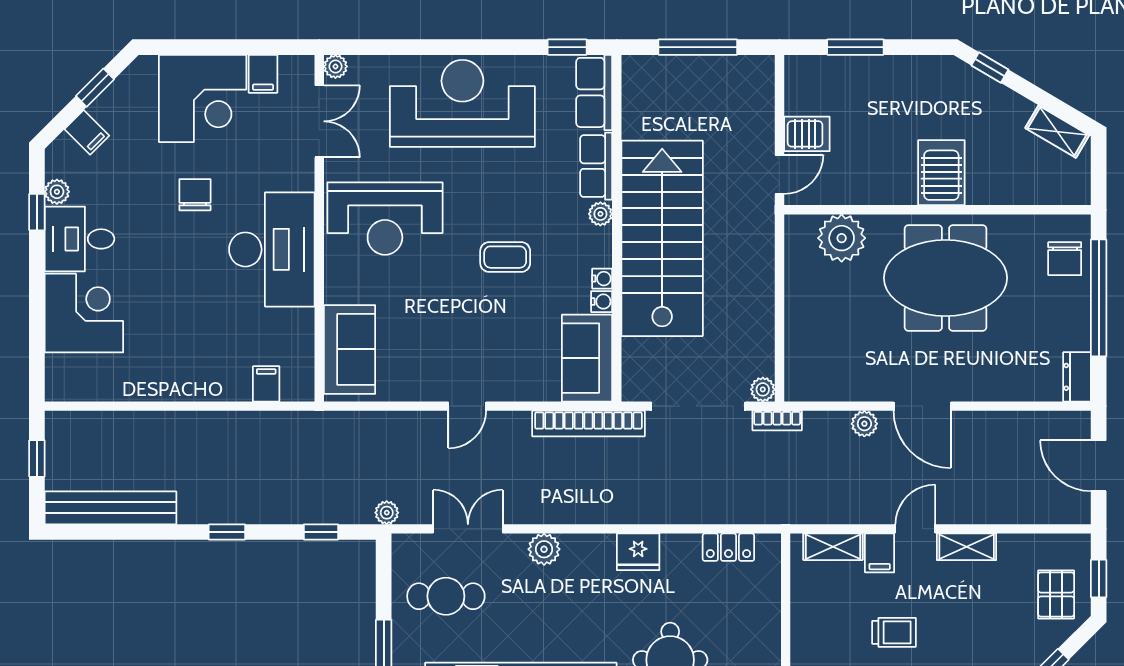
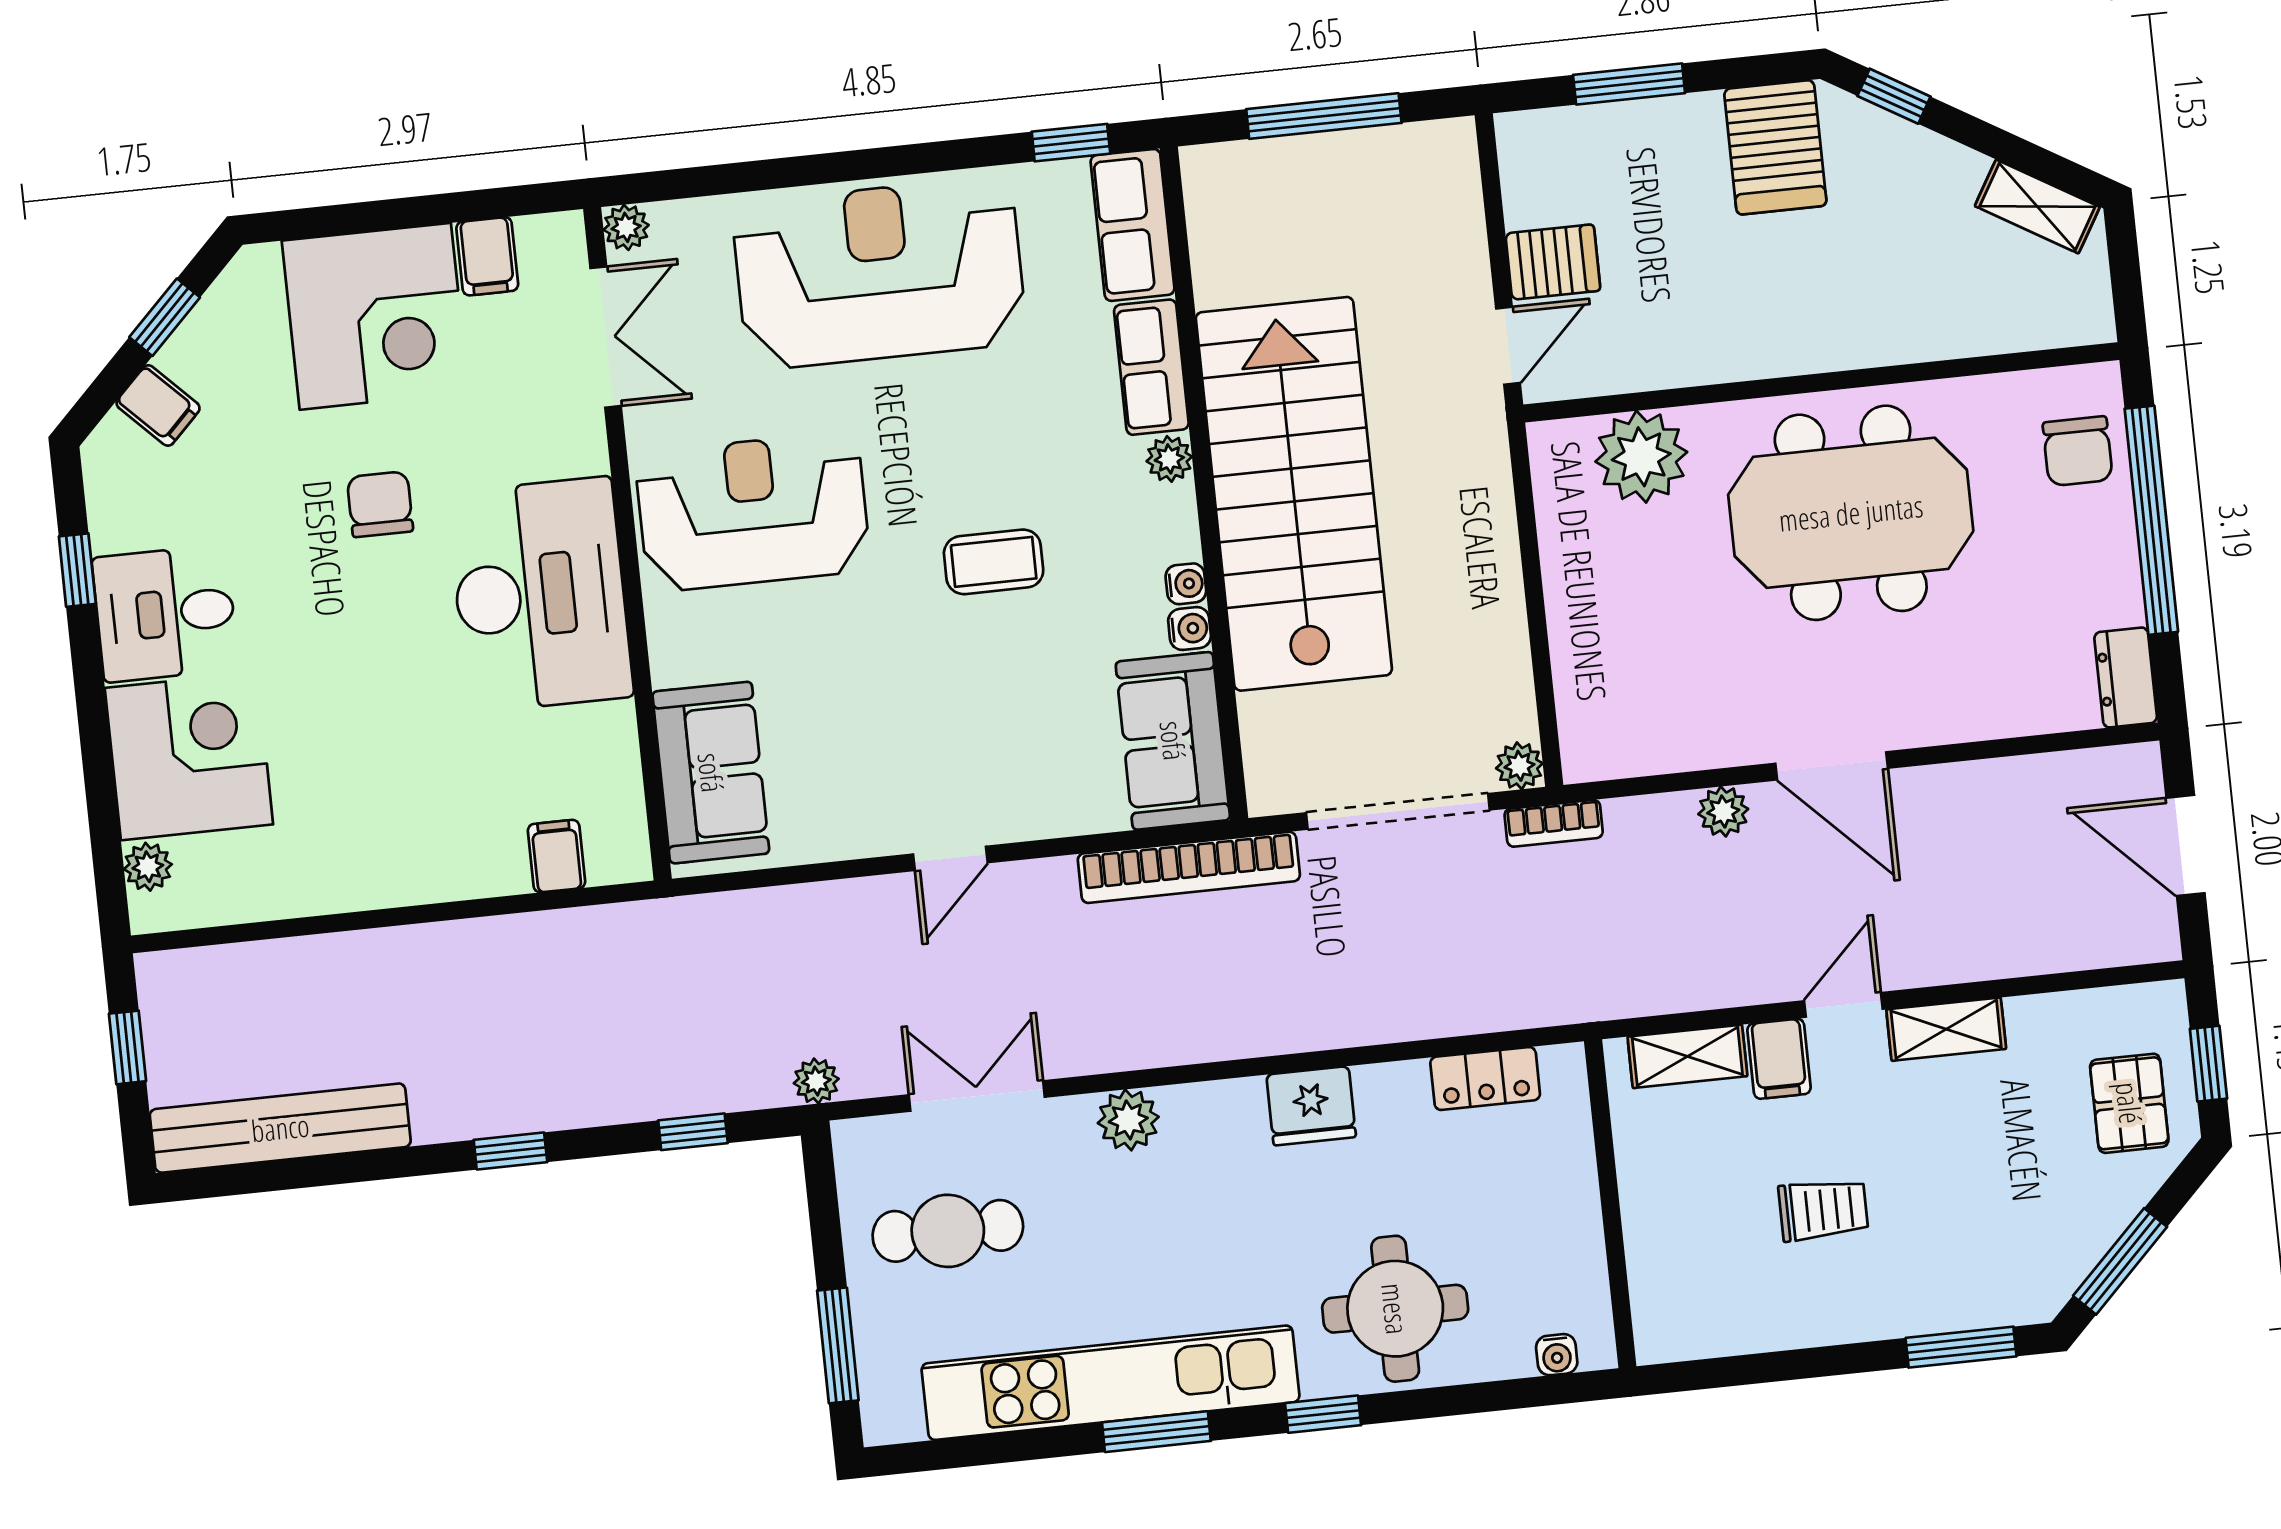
server rack: (941, 173) -> (1775, 147), moved, turned 180
plant: (57, 192) -> (148, 867), moved
reception desk: (385, 219) -> (753, 512), turned 180

